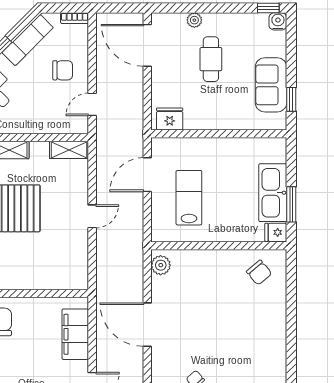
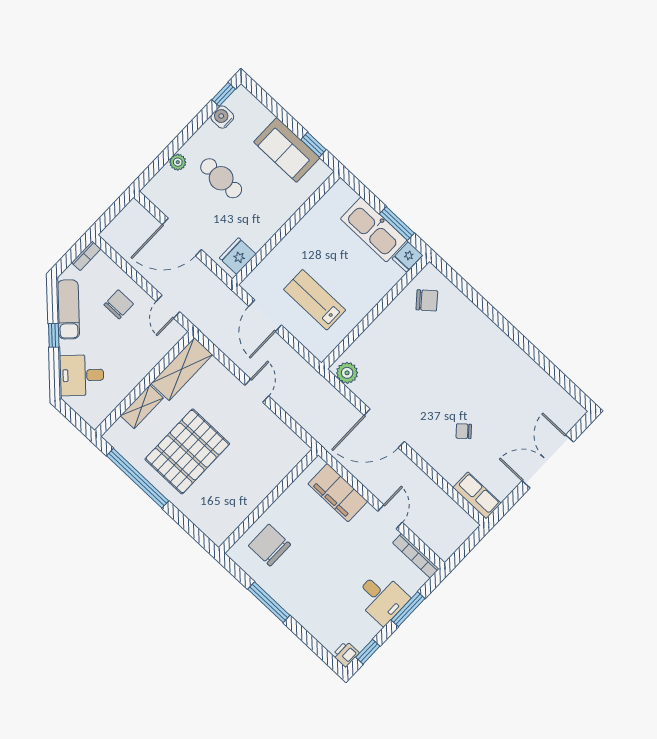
water cooler: (278, 21) -> (222, 117), moved
door: (147, 45) -> (182, 237), moved
shelving: (69, 150) -> (182, 369), width x1.50, depth x1.33

